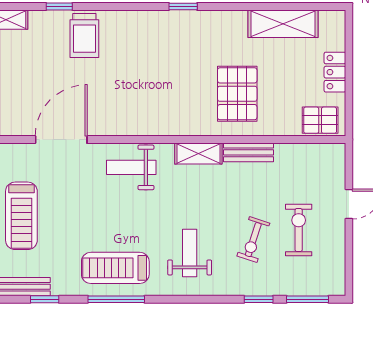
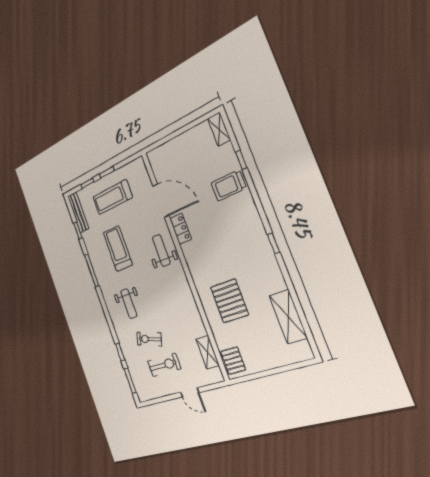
locker: (335, 72) -> (181, 229), moved, turned 90
pallet: (237, 94) -> (229, 301), turned 90
bench: (248, 152) -> (196, 320), removed
shelving: (198, 153) -> (207, 352), moved
weight bench: (190, 253) -> (129, 304), turned 90
treadmill: (115, 268) -> (118, 249), moved

